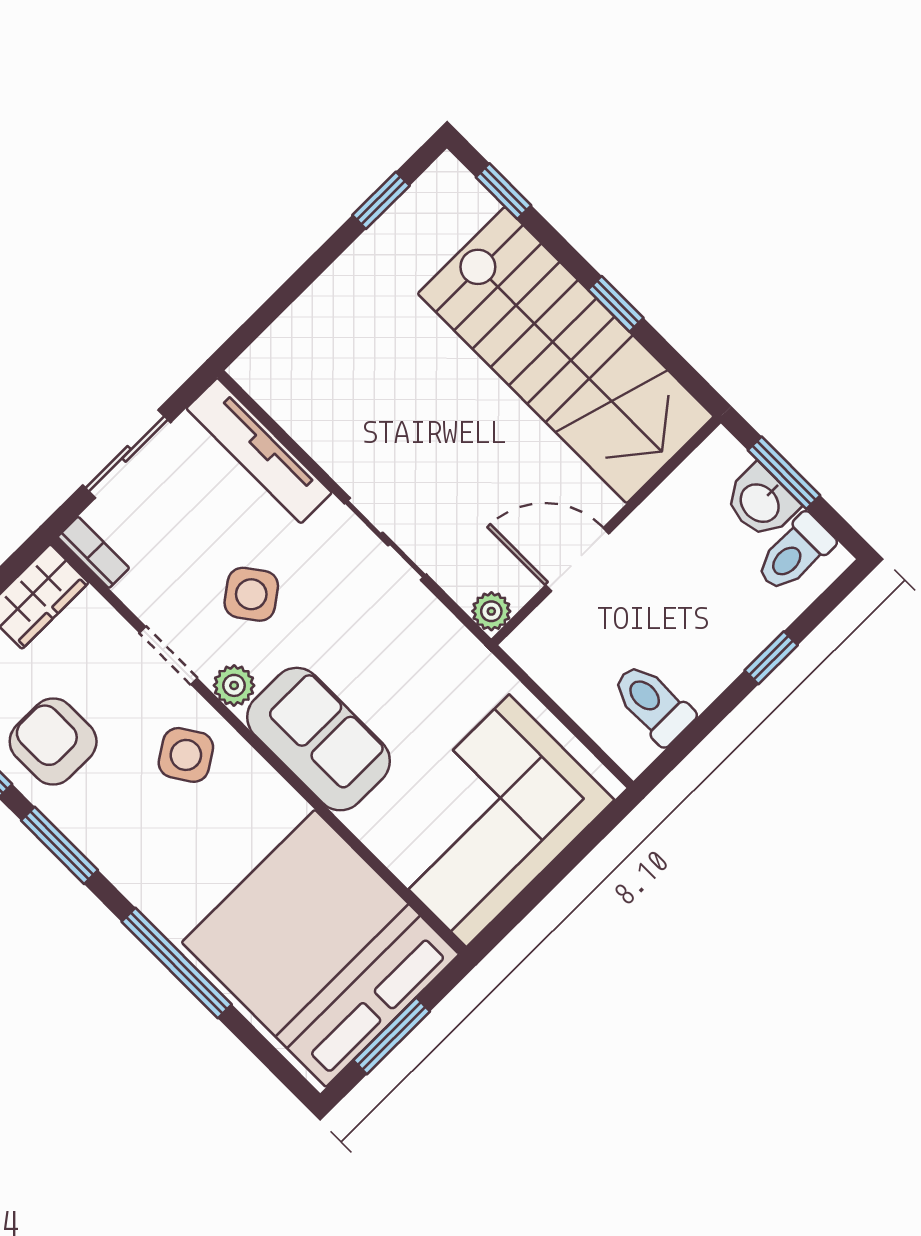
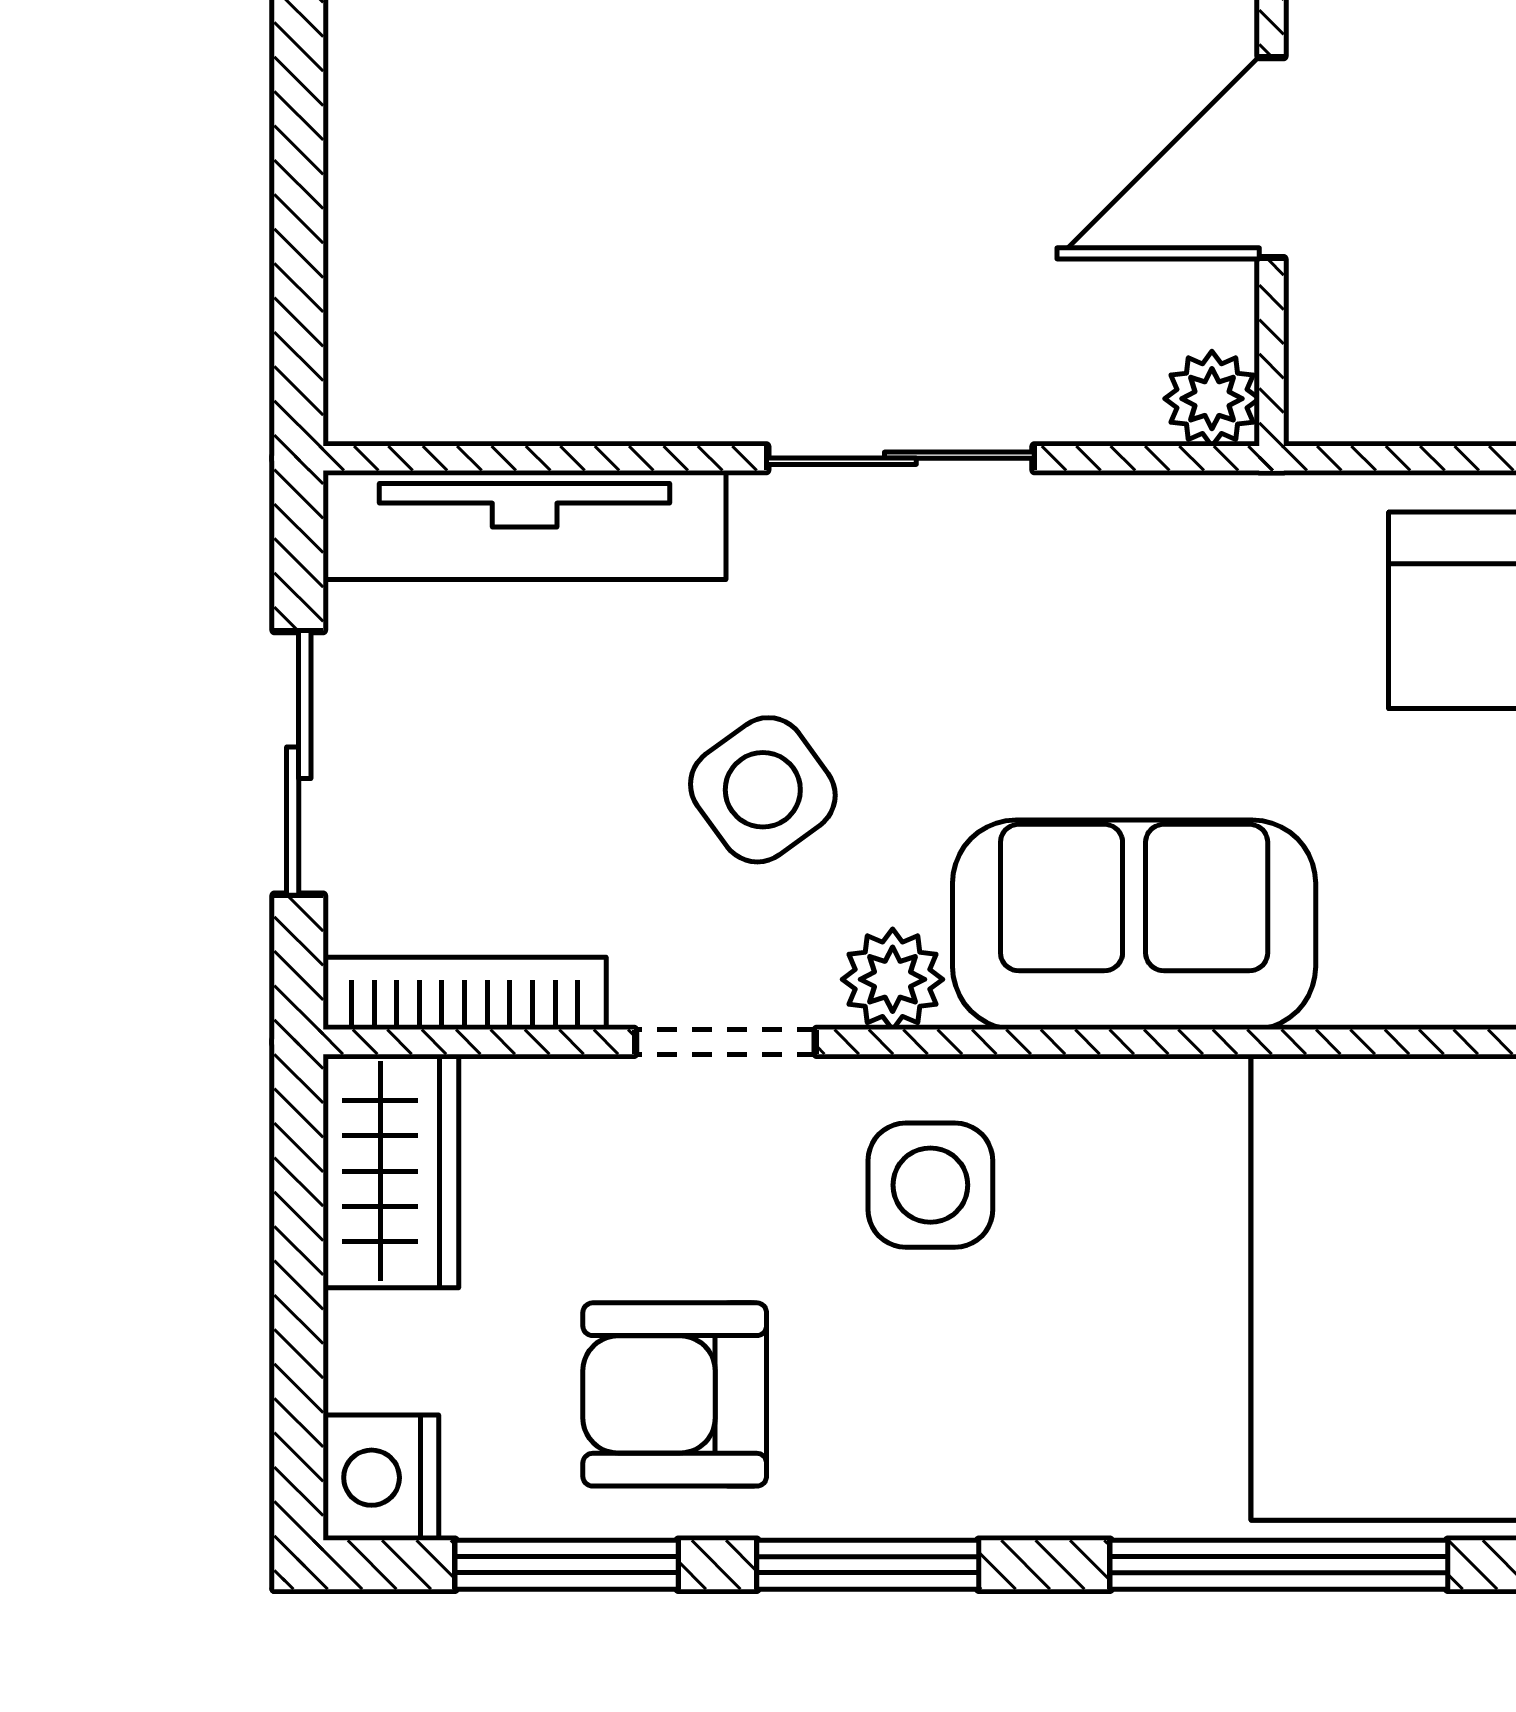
bookcase: (93, 552) -> (465, 993), width x1.56
side table: (186, 755) -> (930, 1185), turned 33

